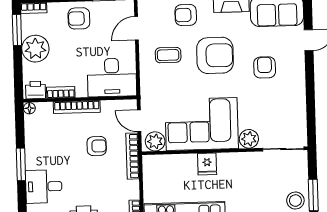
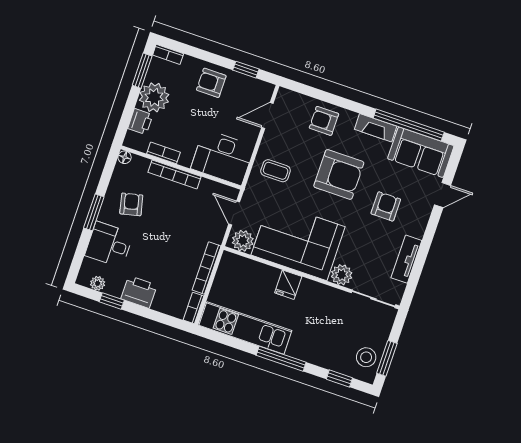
coffee table: (168, 55) -> (276, 171), moved
printer: (36, 90) -> (140, 122), moved, turned 90
tv unit: (298, 105) -> (406, 259), added
armchair: (97, 146) -> (131, 204), moved, turned -103
bookcase: (133, 156) -> (207, 268), moved

